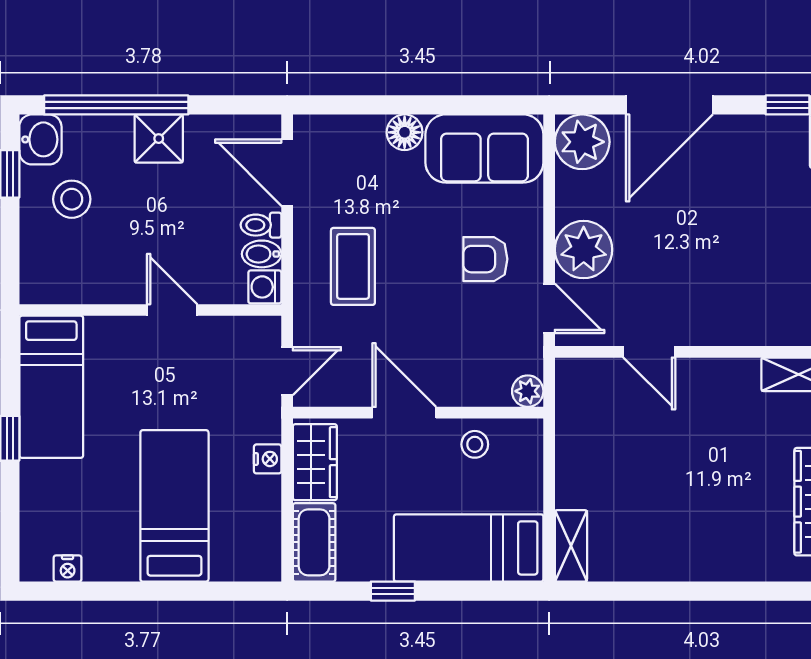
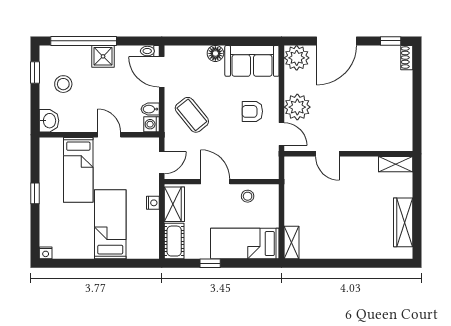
washbasin: (40, 139) -> (49, 121), moved
toilet: (261, 225) -> (150, 51), moved
coffee table: (353, 266) -> (192, 115), turned -39
bed: (51, 387) -> (78, 170), moved
plant: (528, 391) -> (272, 172), removed
nightstand: (68, 569) -> (46, 253), moved

